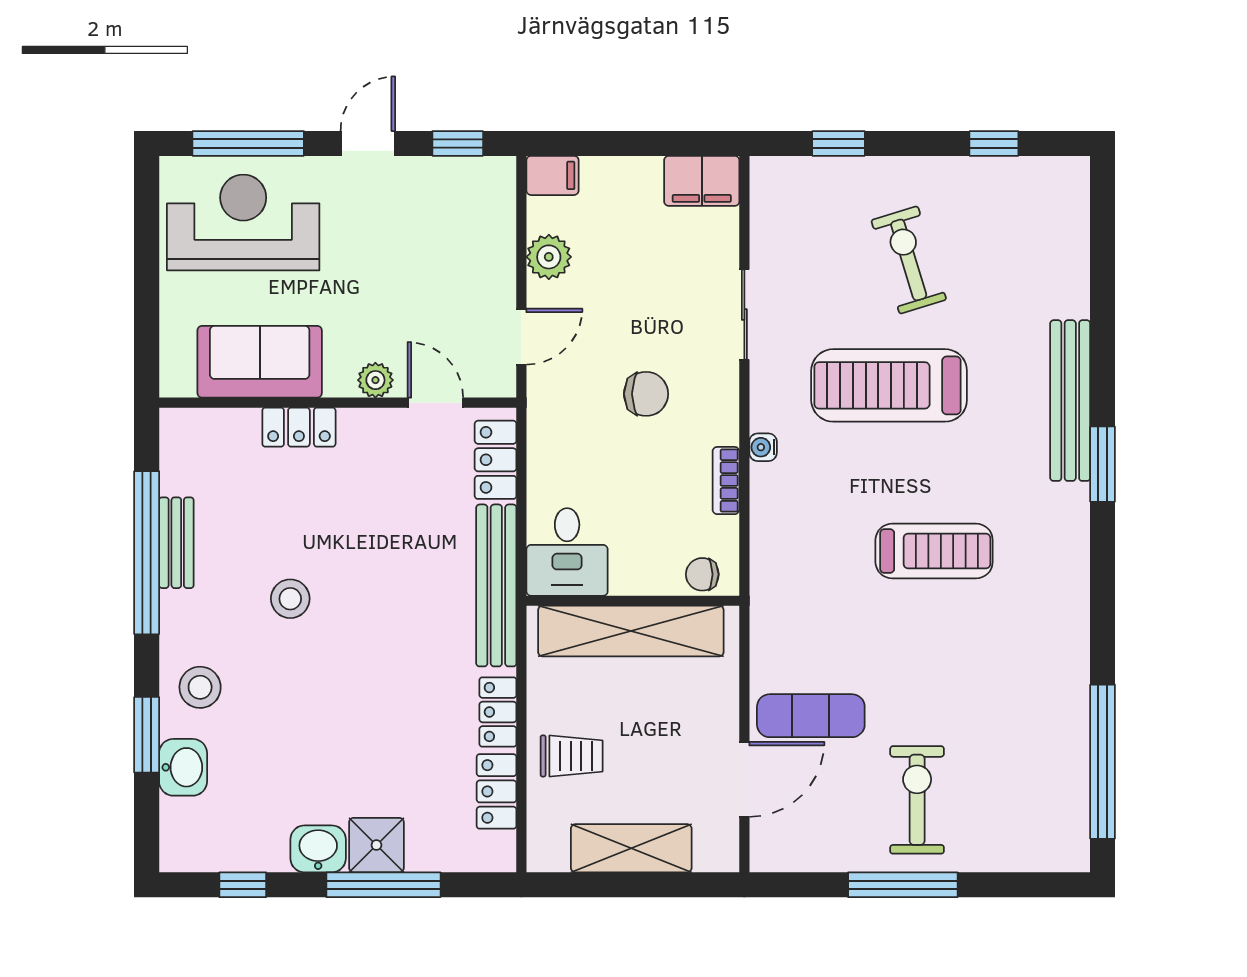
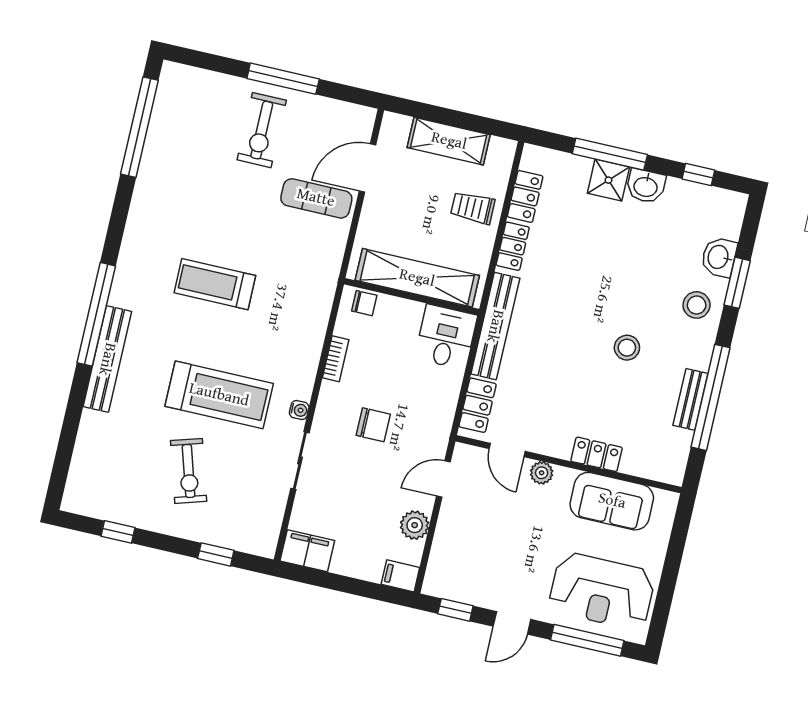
chair: (646, 394) -> (373, 425), turned 180
water cooler: (763, 447) -> (299, 410), moved
window: (1103, 464) -> (96, 314), width x2.11

